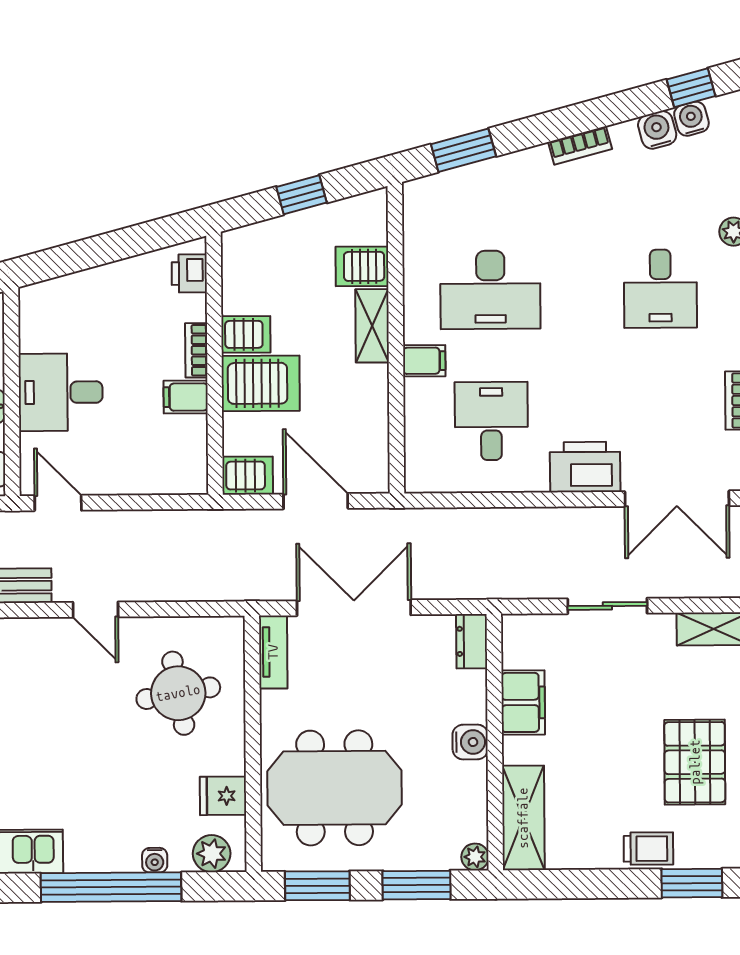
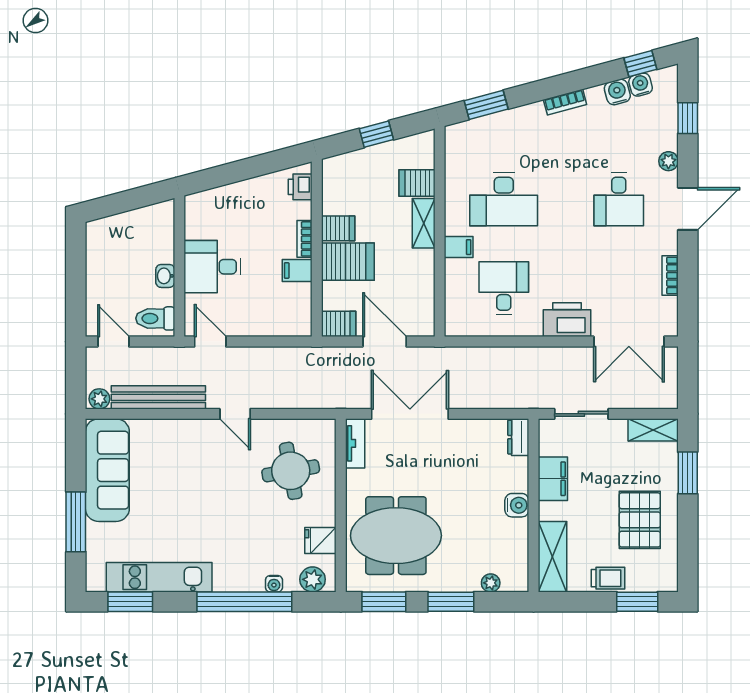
dresser: (472, 641) -> (518, 437), moved
filing cabinet: (523, 702) -> (553, 479), moved
water cooler: (470, 742) -> (517, 505), moved
wall: (495, 742) -> (534, 505), moved
shelving: (523, 818) -> (552, 557), moved

